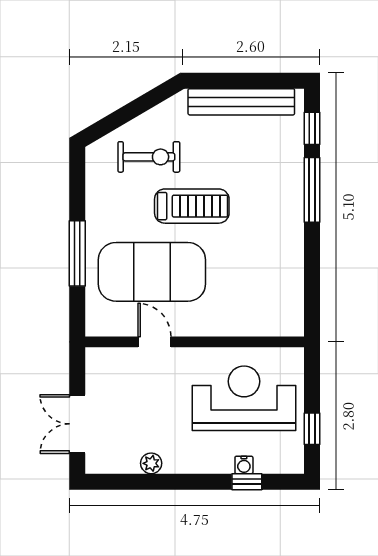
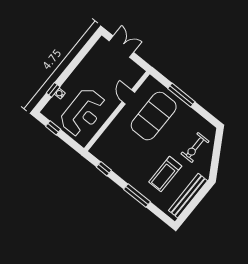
window: (312, 128) -> (104, 169), moved
treadmill: (192, 206) -> (165, 174), moved
door: (154, 342) -> (128, 97), swing flipped
plant: (151, 463) -> (87, 61), removed

